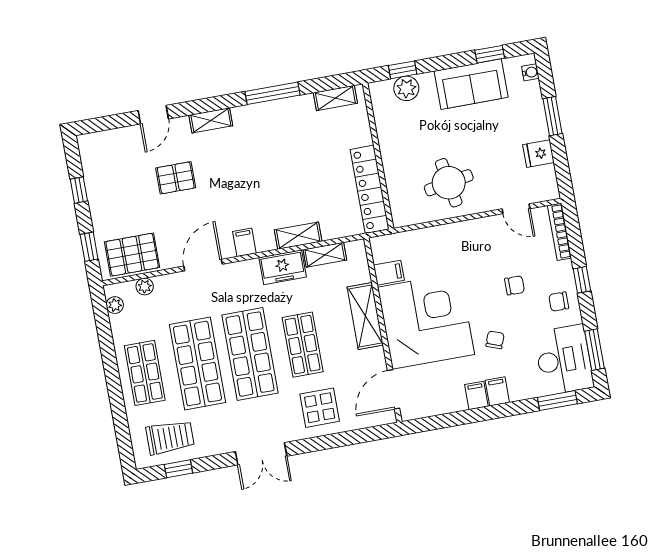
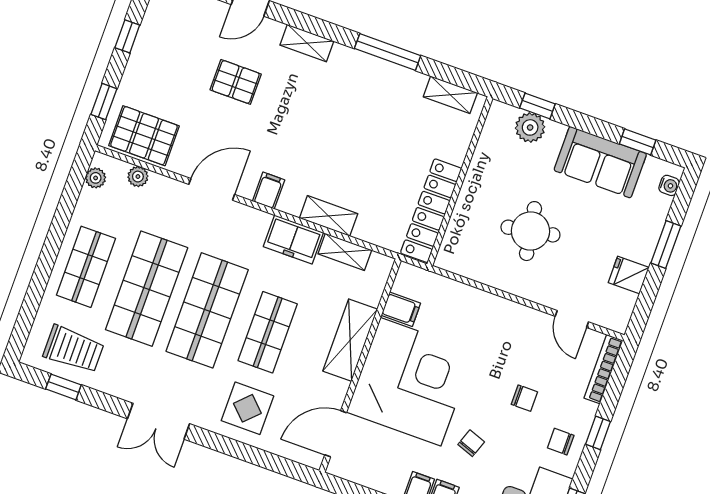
round table: (449, 183) -> (530, 231), moved

